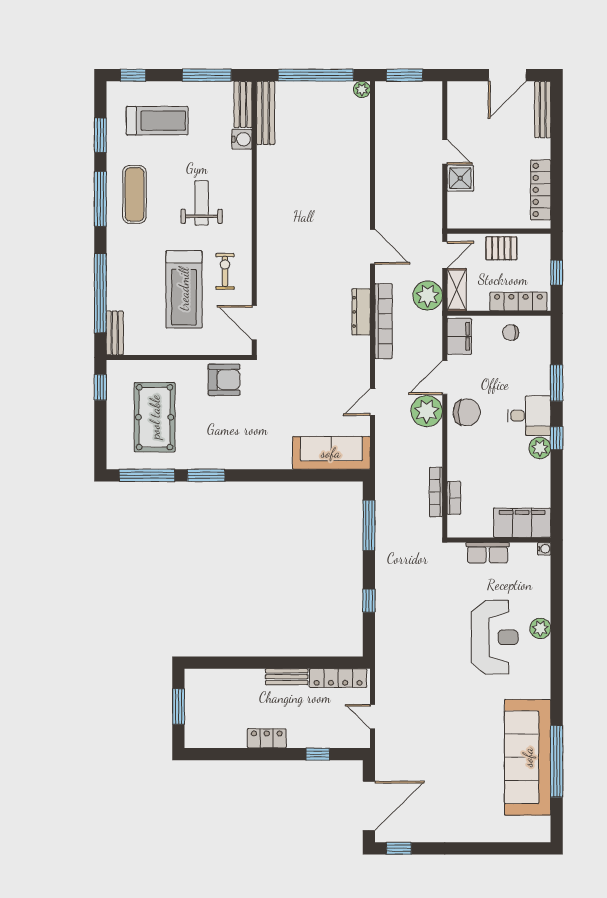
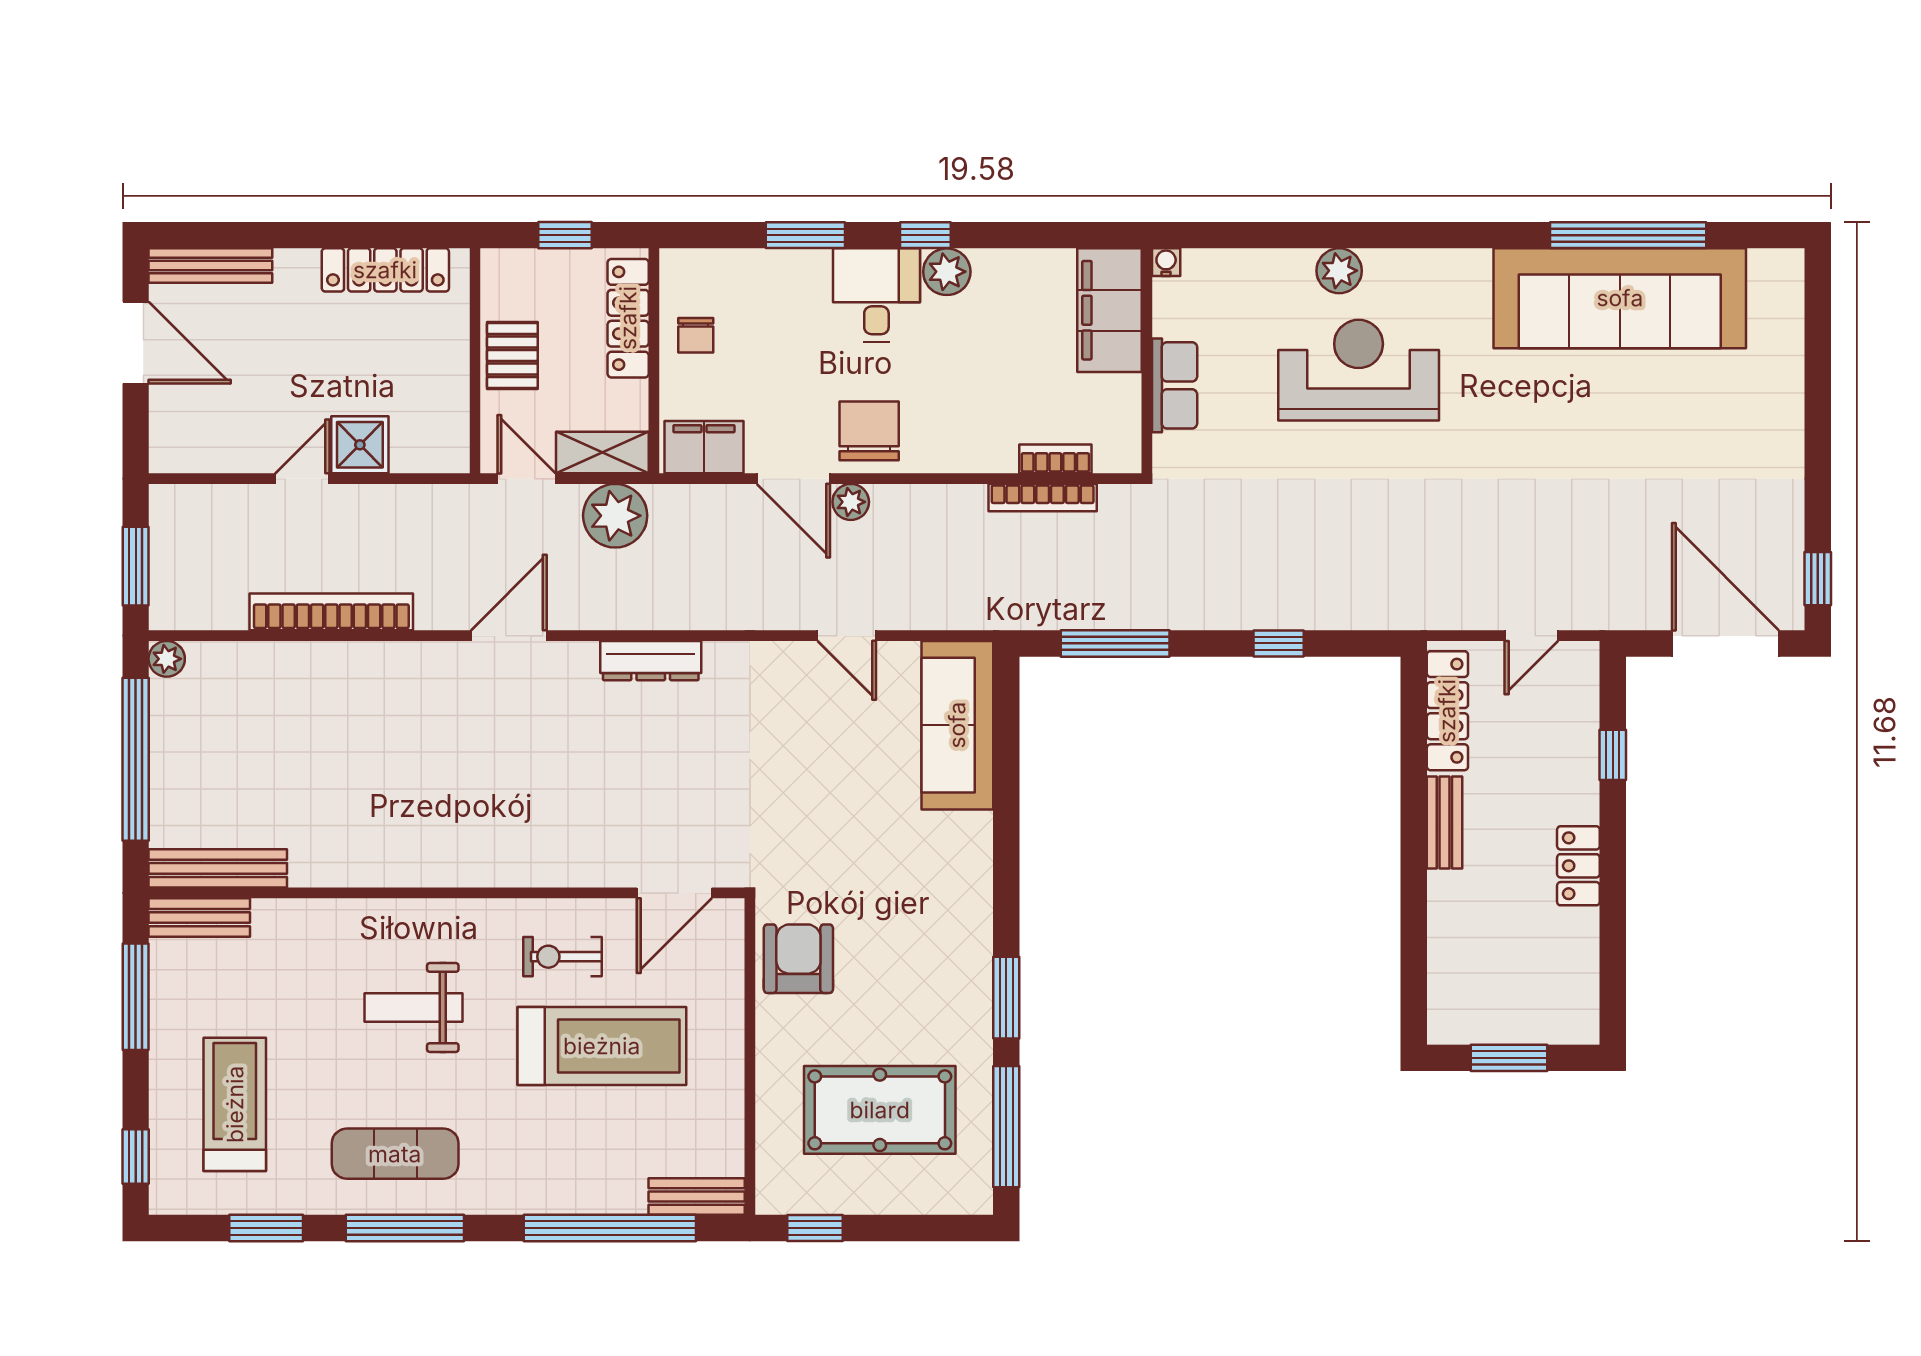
water cooler: (242, 139) -> (275, 920), removed
bookcase: (383, 321) -> (331, 612), moved
plant: (427, 411) -> (851, 502), width x0.53, depth x0.53

